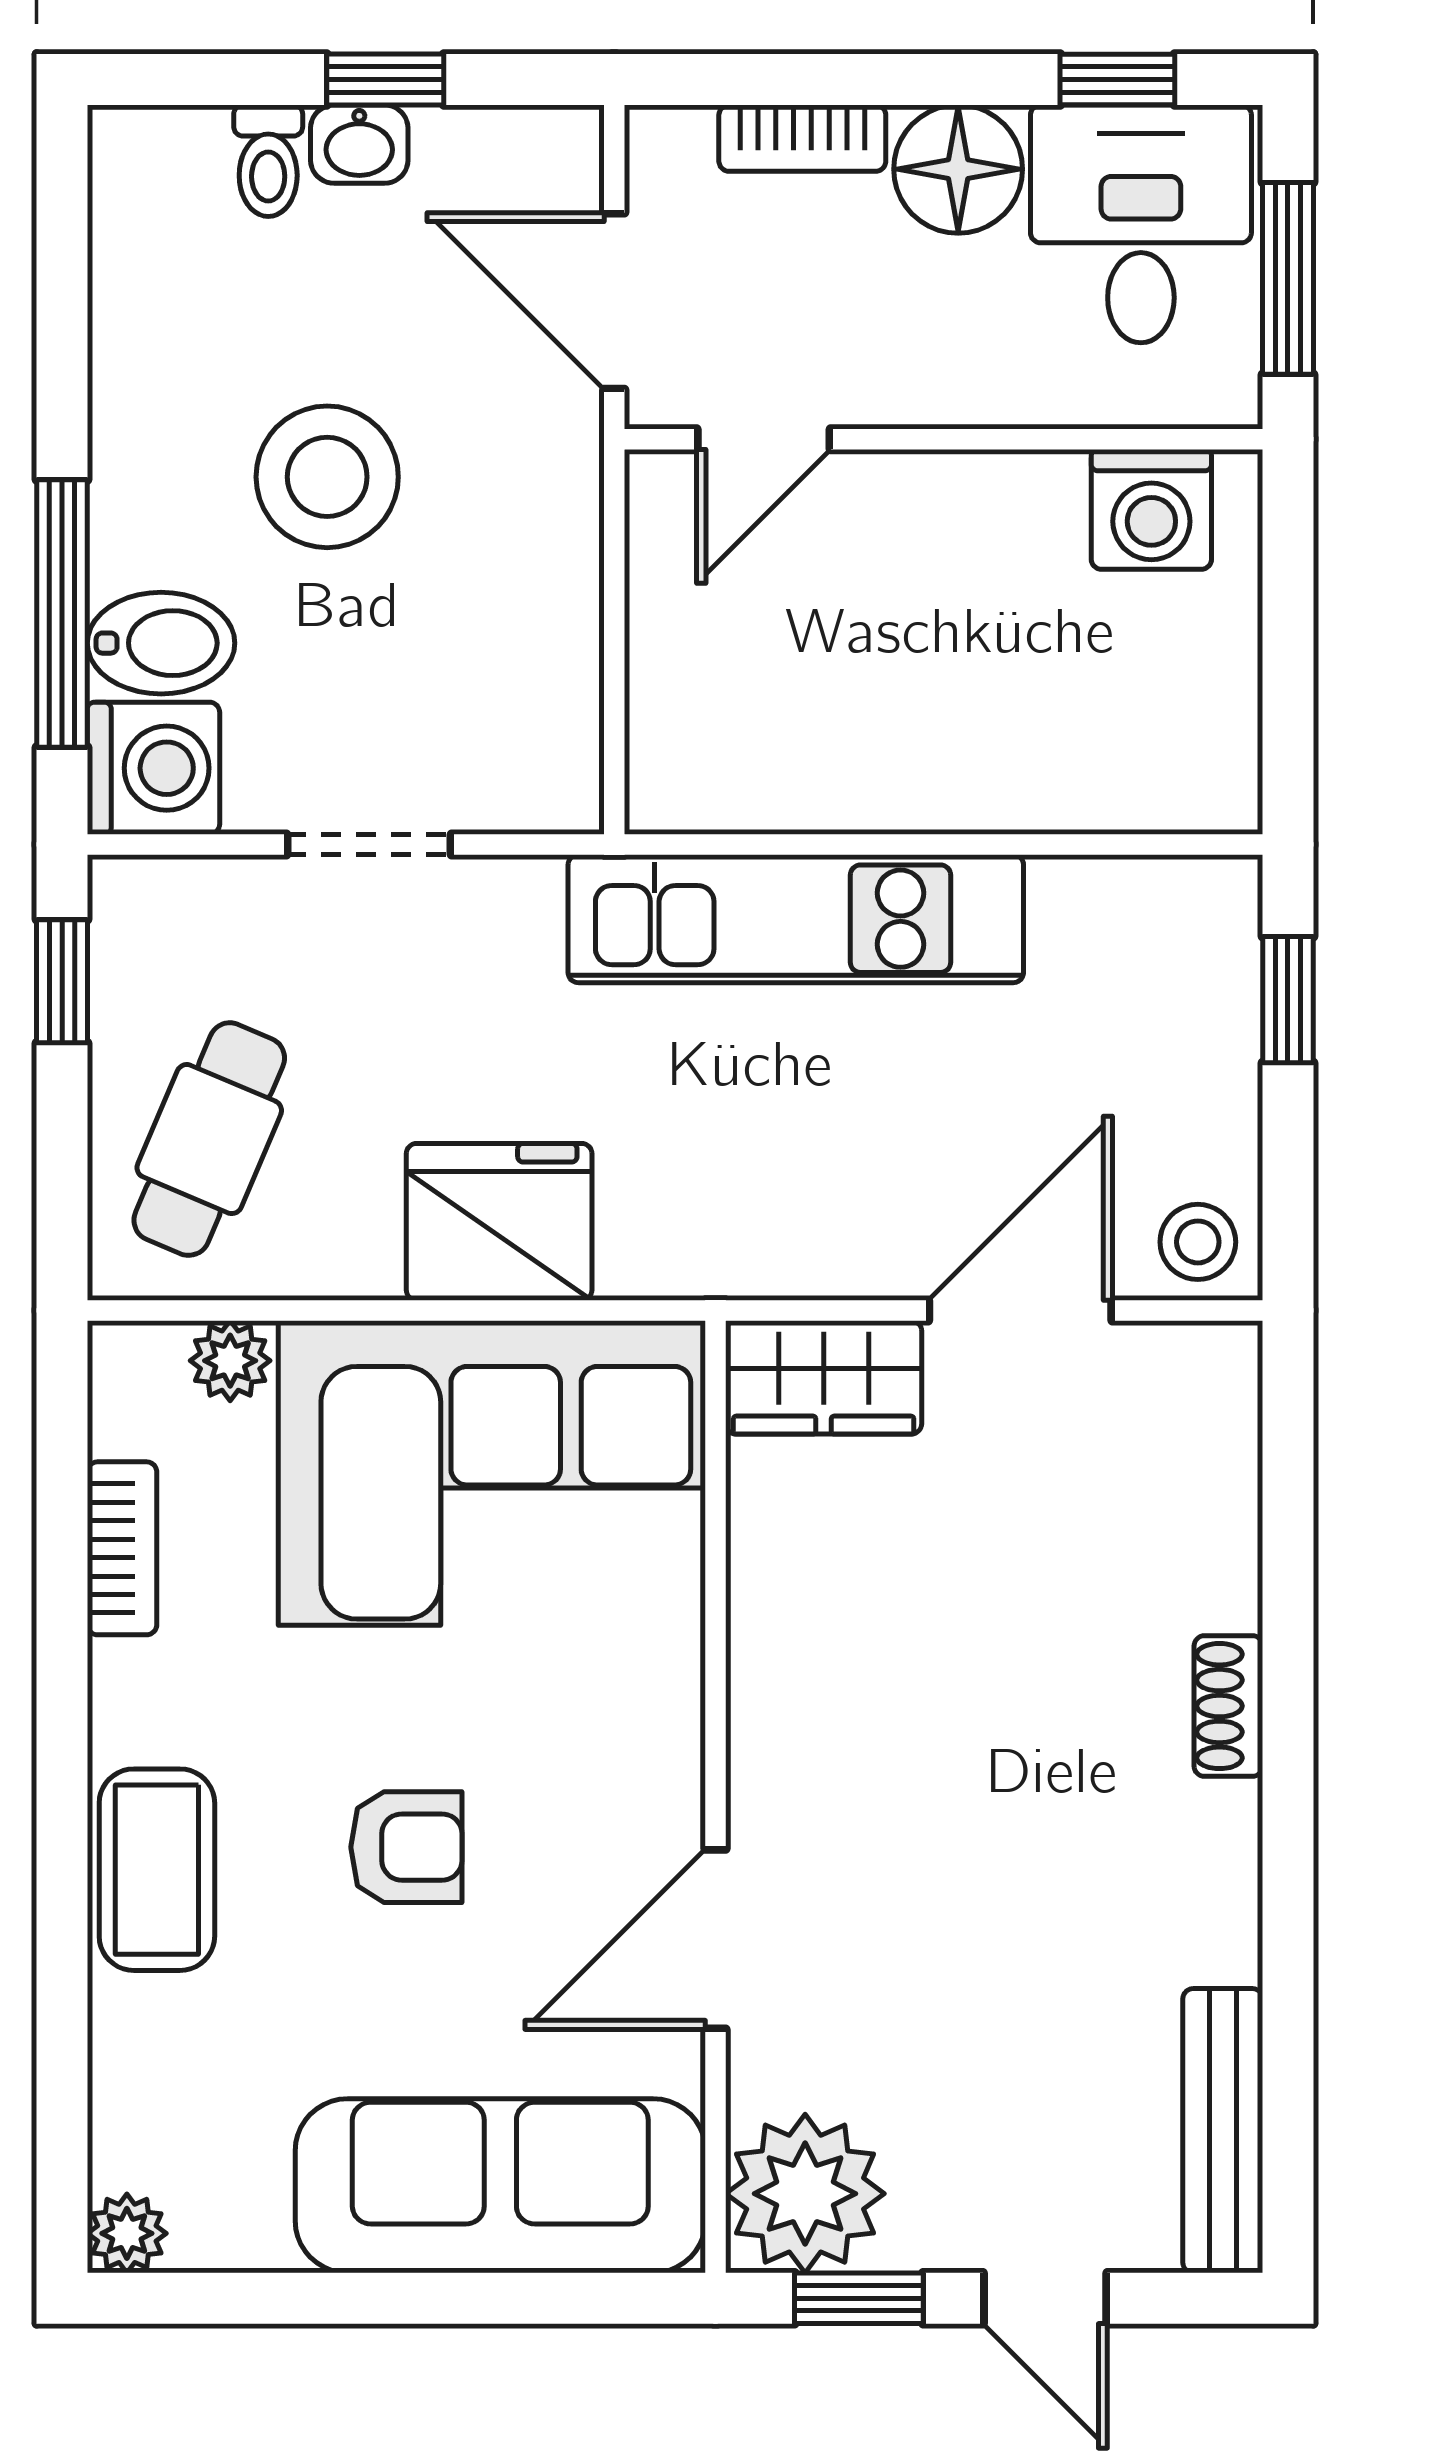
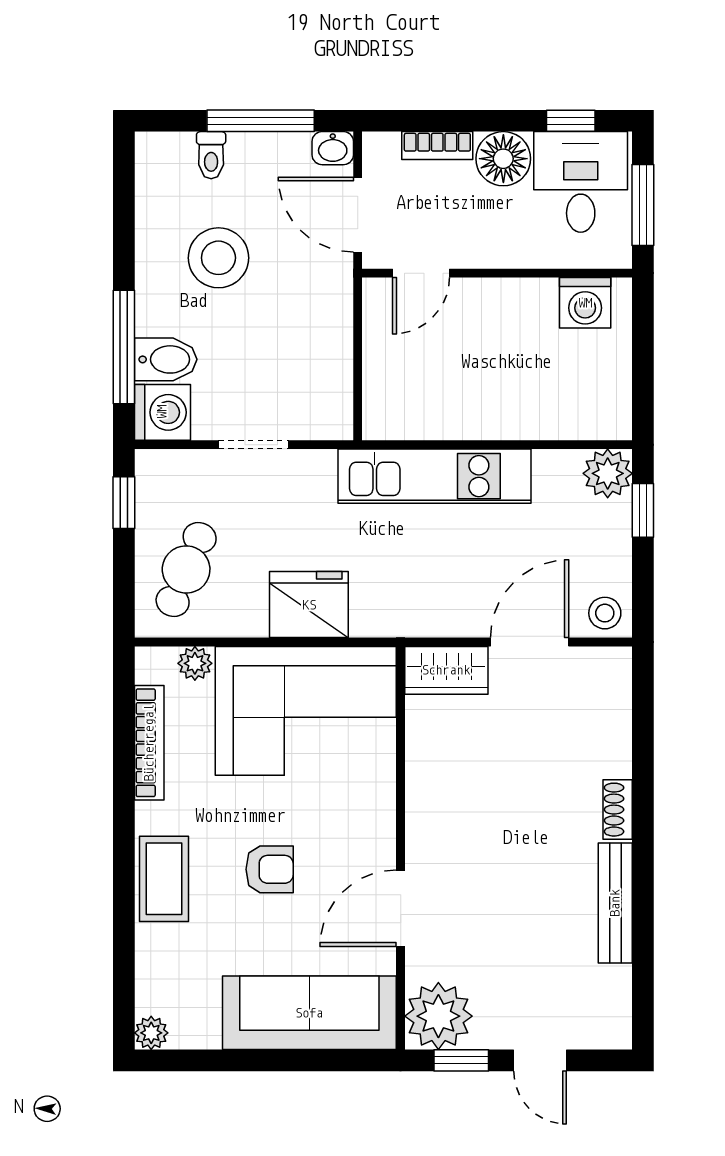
window: (385, 79) -> (261, 121), width x2.17
washbasin: (359, 144) -> (333, 148), moved
stool: (327, 477) -> (218, 258), moved
plant: (1205, 912) -> (608, 473), added
bookcase: (122, 1548) -> (149, 743), width x1.56
bench: (1223, 2131) -> (615, 903), moved

